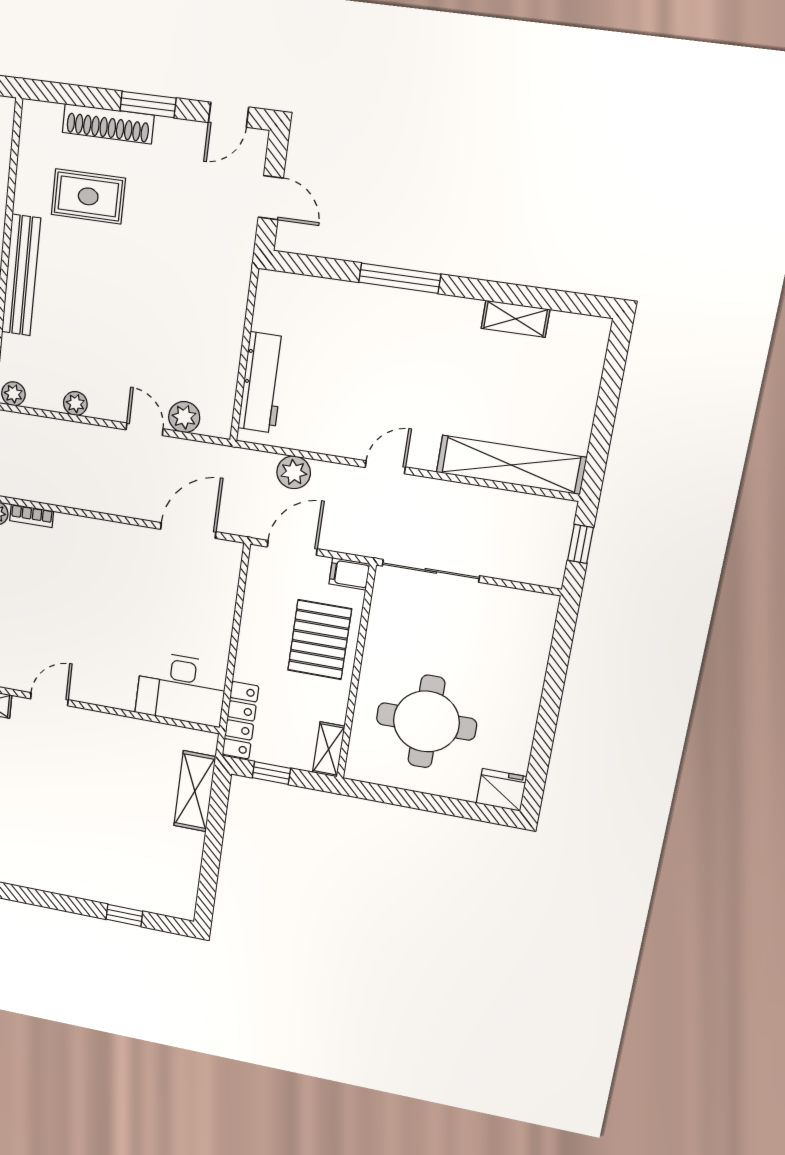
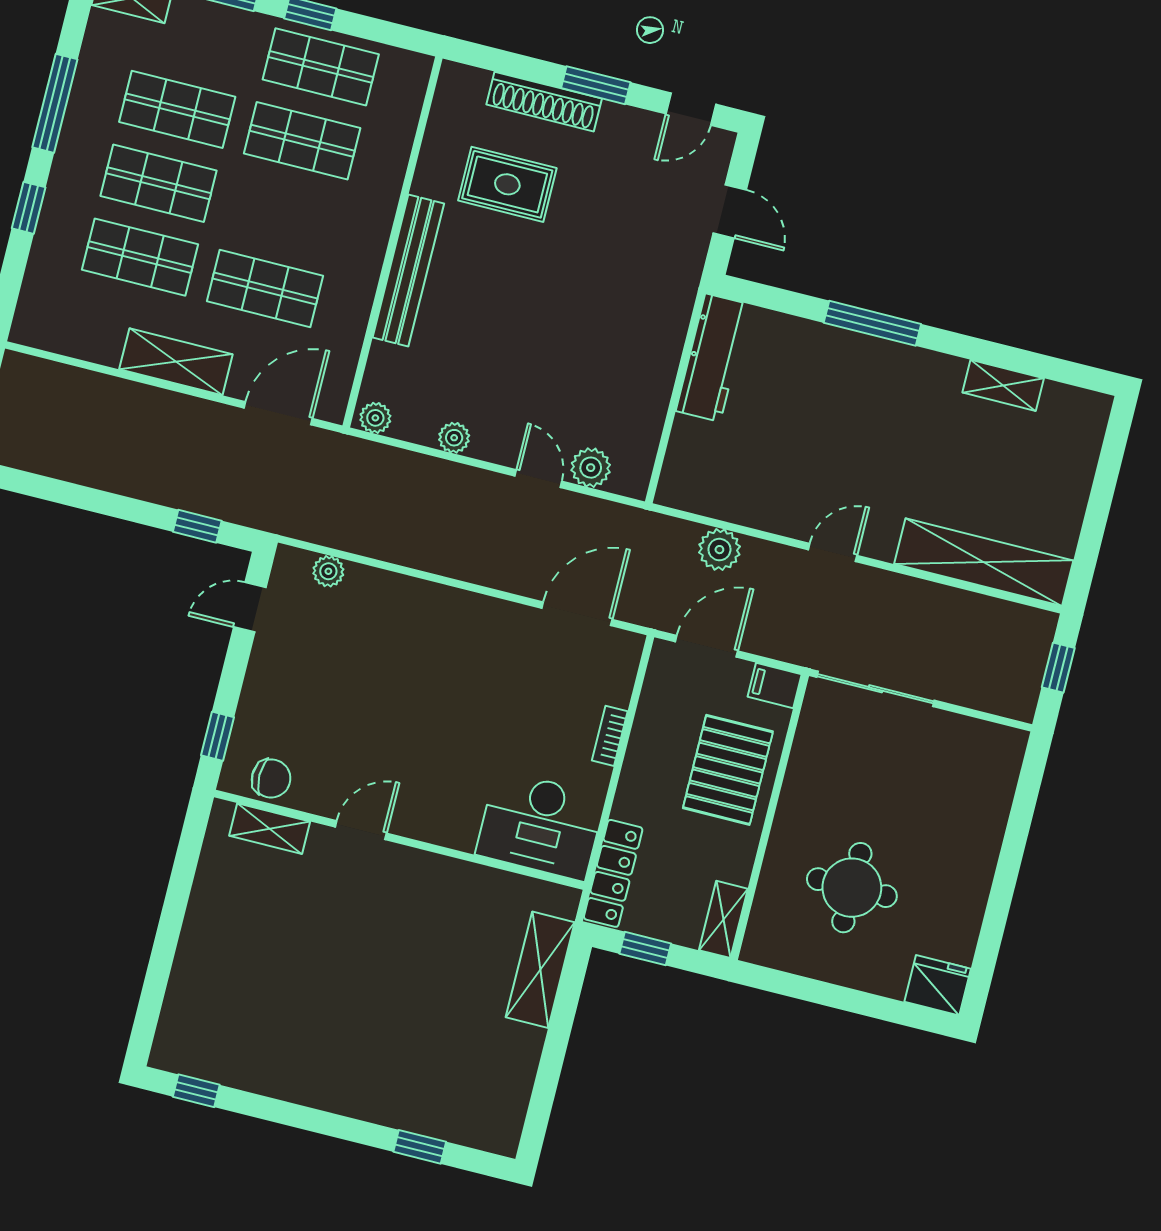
workbench: (262, 383) -> (713, 358), moved
bookcase: (32, 516) -> (610, 736), moved, turned 90
round table: (426, 722) -> (852, 888), width x0.73, depth x0.73

